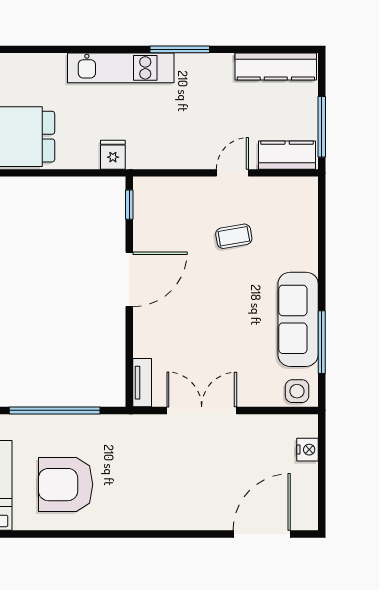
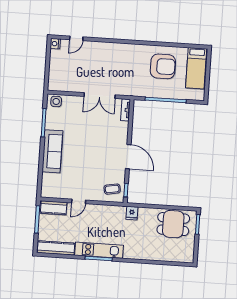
kitchen unit: (121, 68) -> (99, 250), moved
coffee table: (234, 236) -> (112, 189), moved
door: (129, 279) -> (128, 157), swing flipped
sofa: (298, 319) -> (52, 151), moved
nightstand: (307, 450) -> (55, 44), moved
door: (262, 534) -> (76, 38), width x0.53

